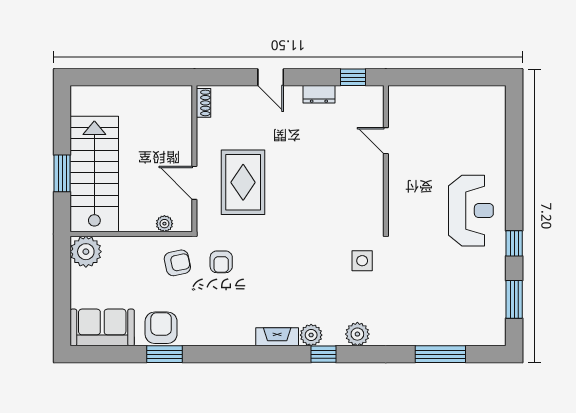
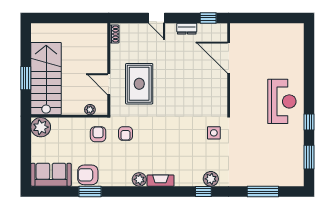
door: (386, 141) -> (229, 58), width x1.88
armchair: (177, 263) -> (98, 134), turned -78
armchair: (161, 328) -> (88, 175), turned -90
plant: (311, 335) -> (139, 179), moved
window: (323, 354) -> (203, 191), moved

